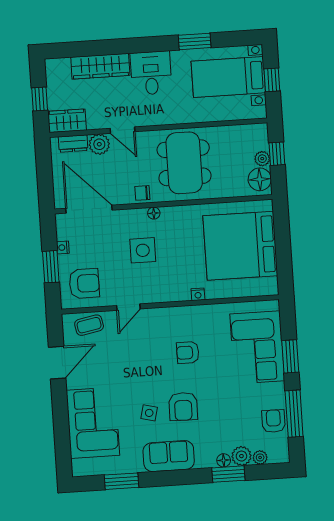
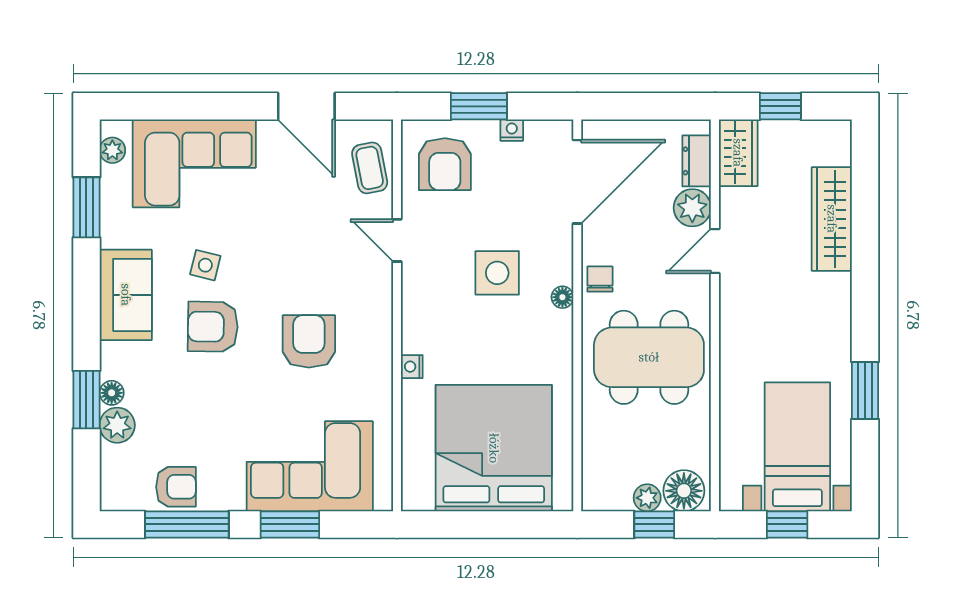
desk: (151, 73) -> (814, 309), removed
floor lamp: (260, 179) -> (684, 491), moved
armchair: (188, 353) -> (309, 341), width x1.38, depth x1.38
plant: (260, 457) -> (112, 150), moved

